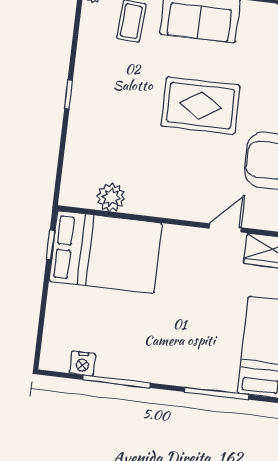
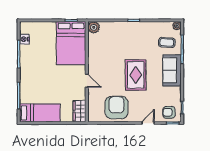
plant: (111, 197) -> (94, 27), moved
door: (225, 228) -> (87, 81), moved

